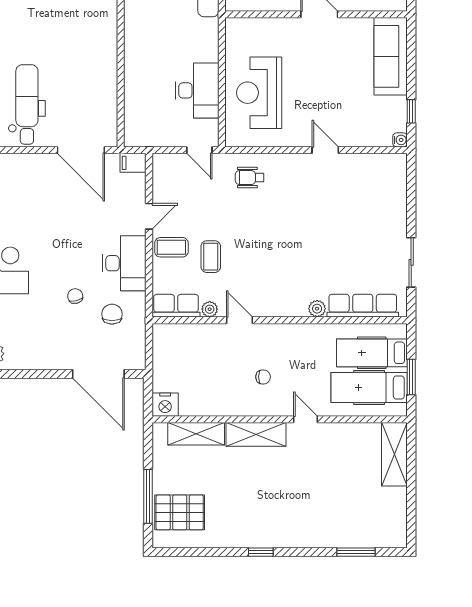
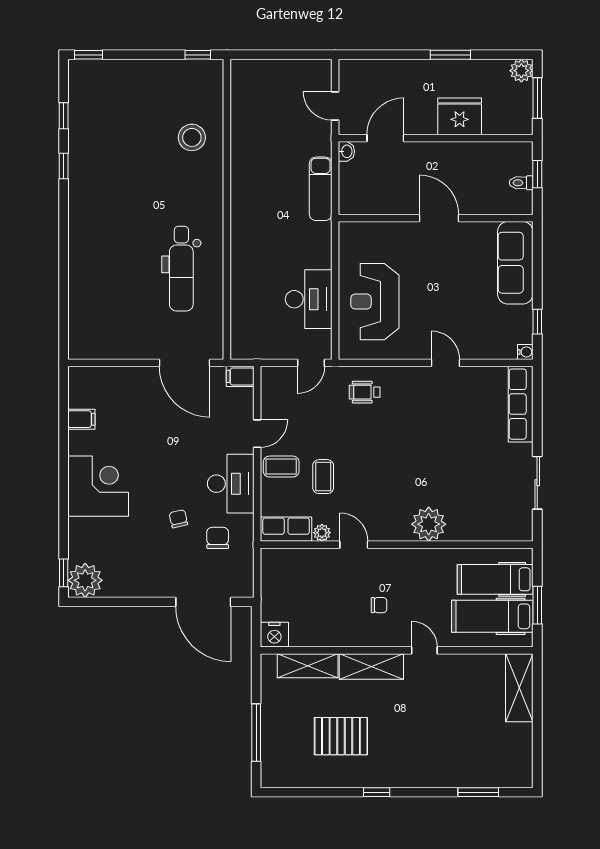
dental chair: (27, 104) -> (181, 269), moved, turned 180
door: (199, 150) -> (311, 363), hinge flipped
row of seats: (363, 306) -> (521, 404), moved, turned -90
plant: (317, 309) -> (429, 524), width x1.88, depth x1.88
pallet: (180, 512) -> (341, 736), moved

